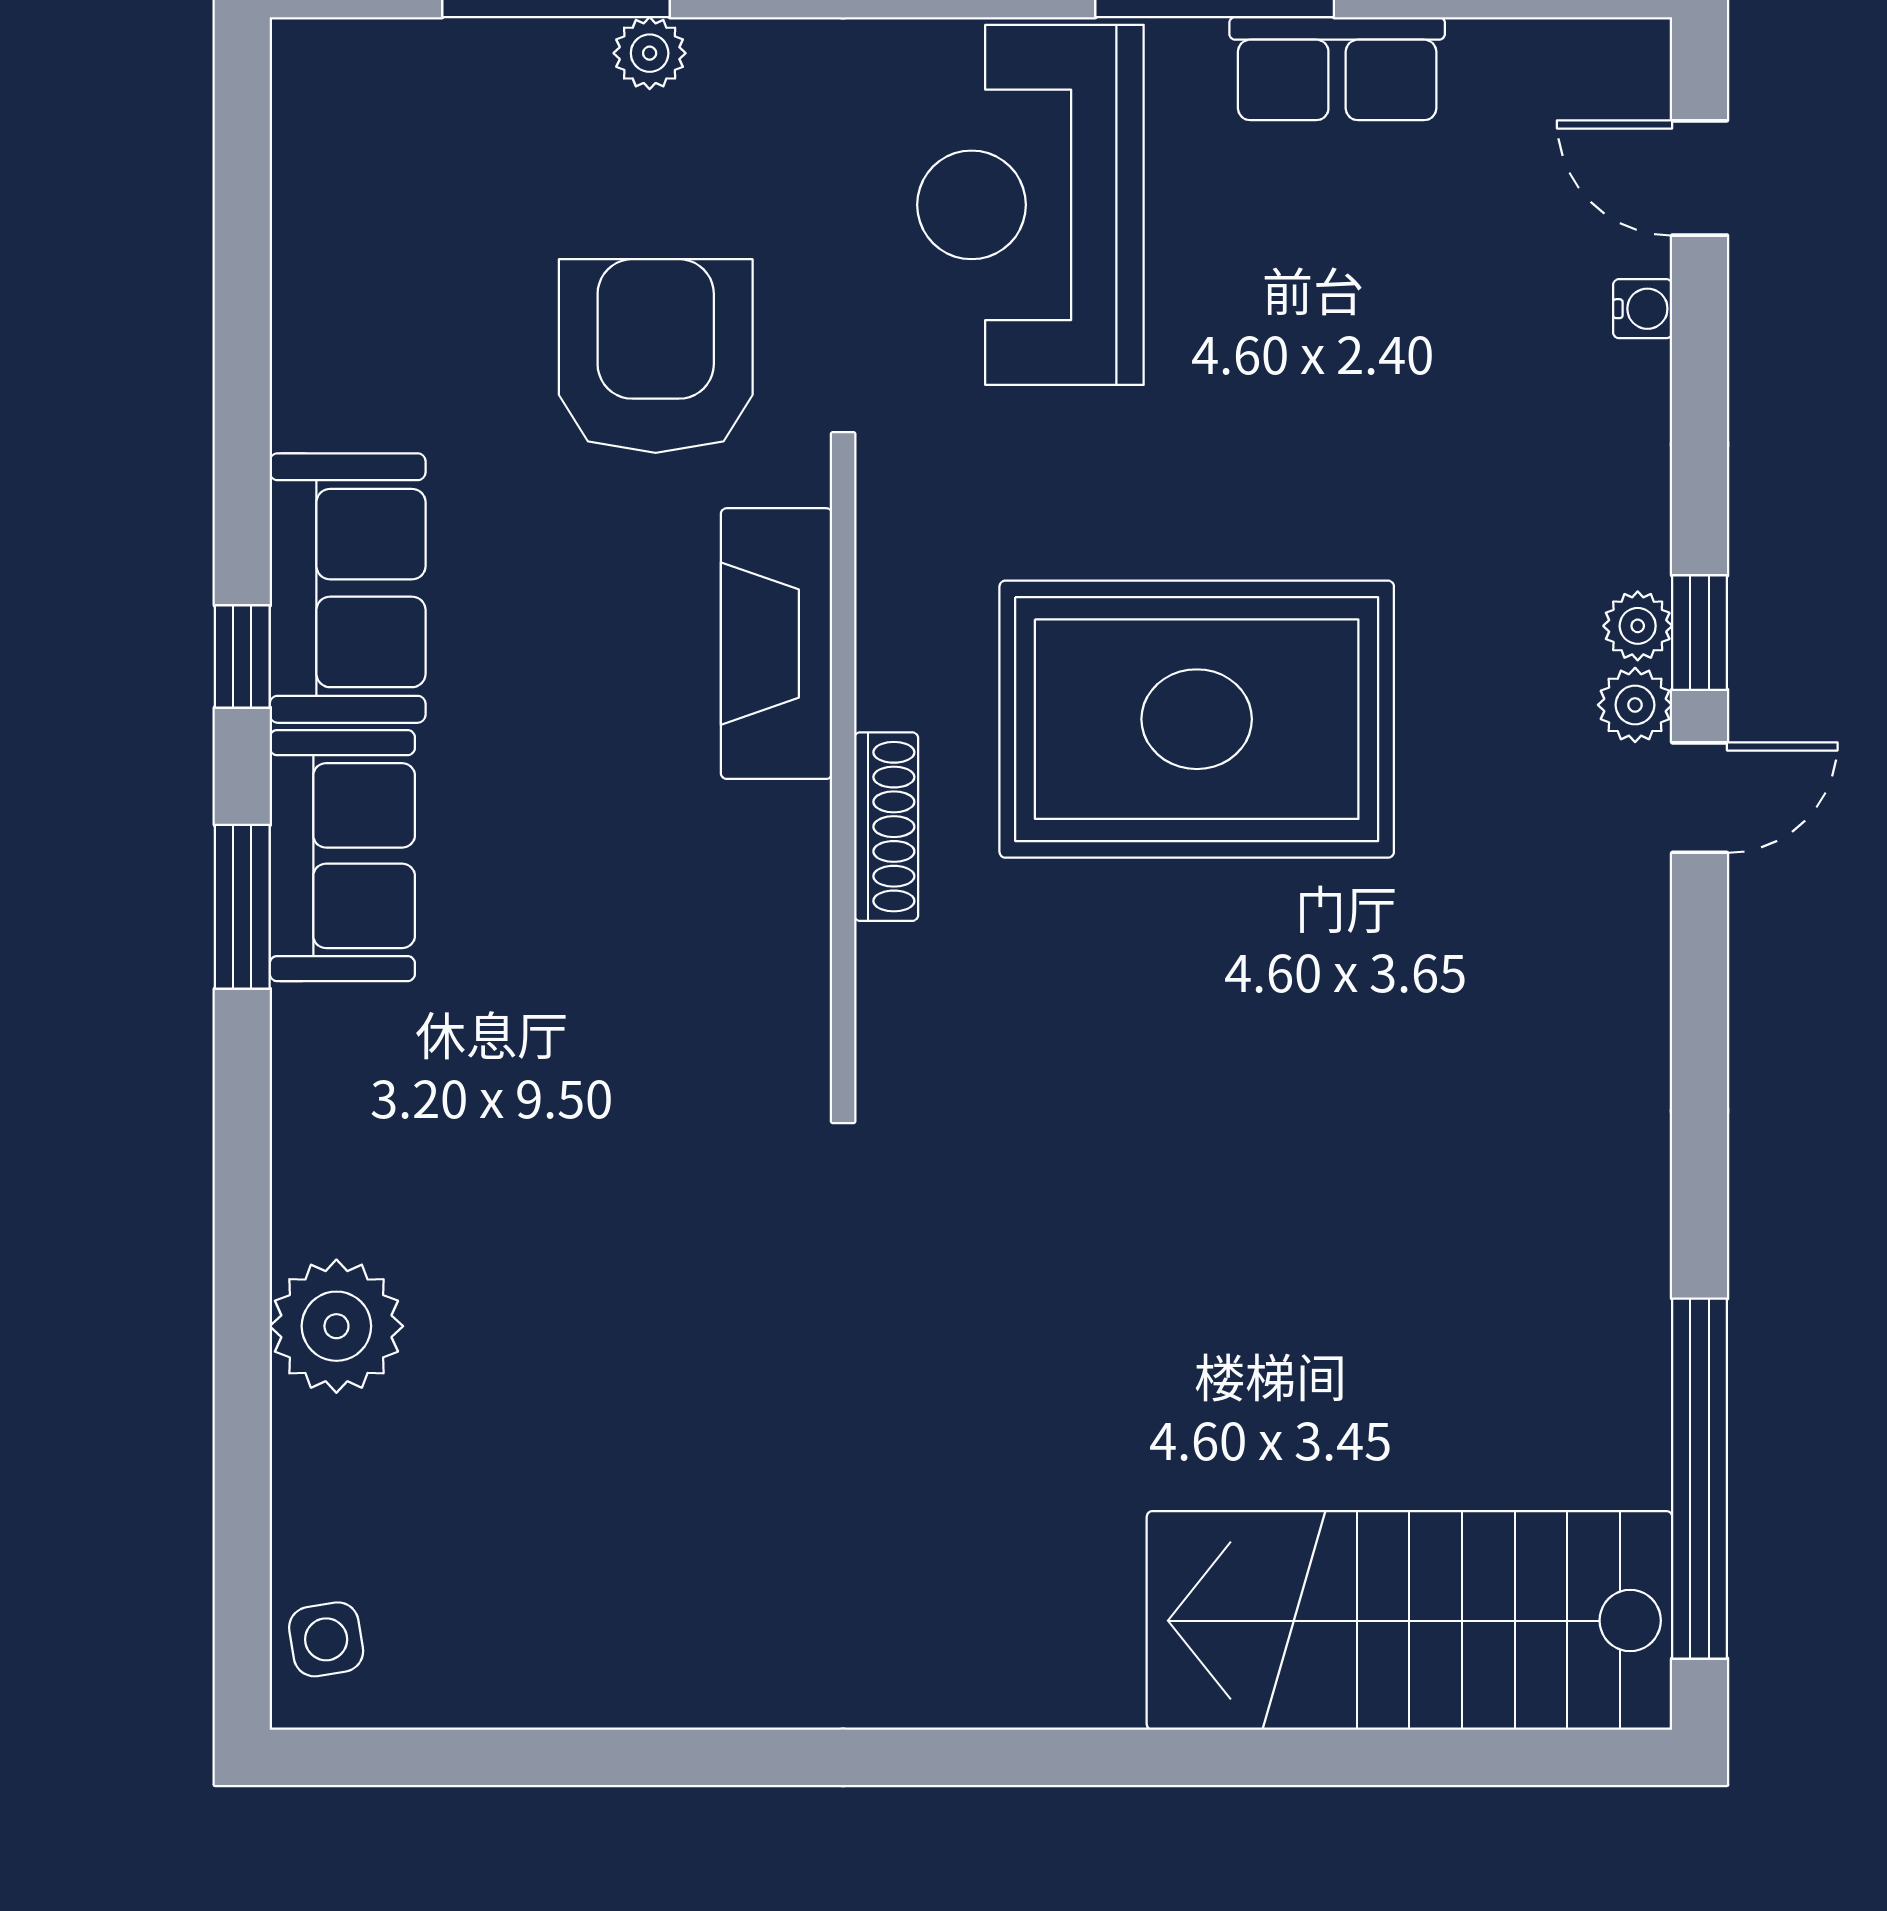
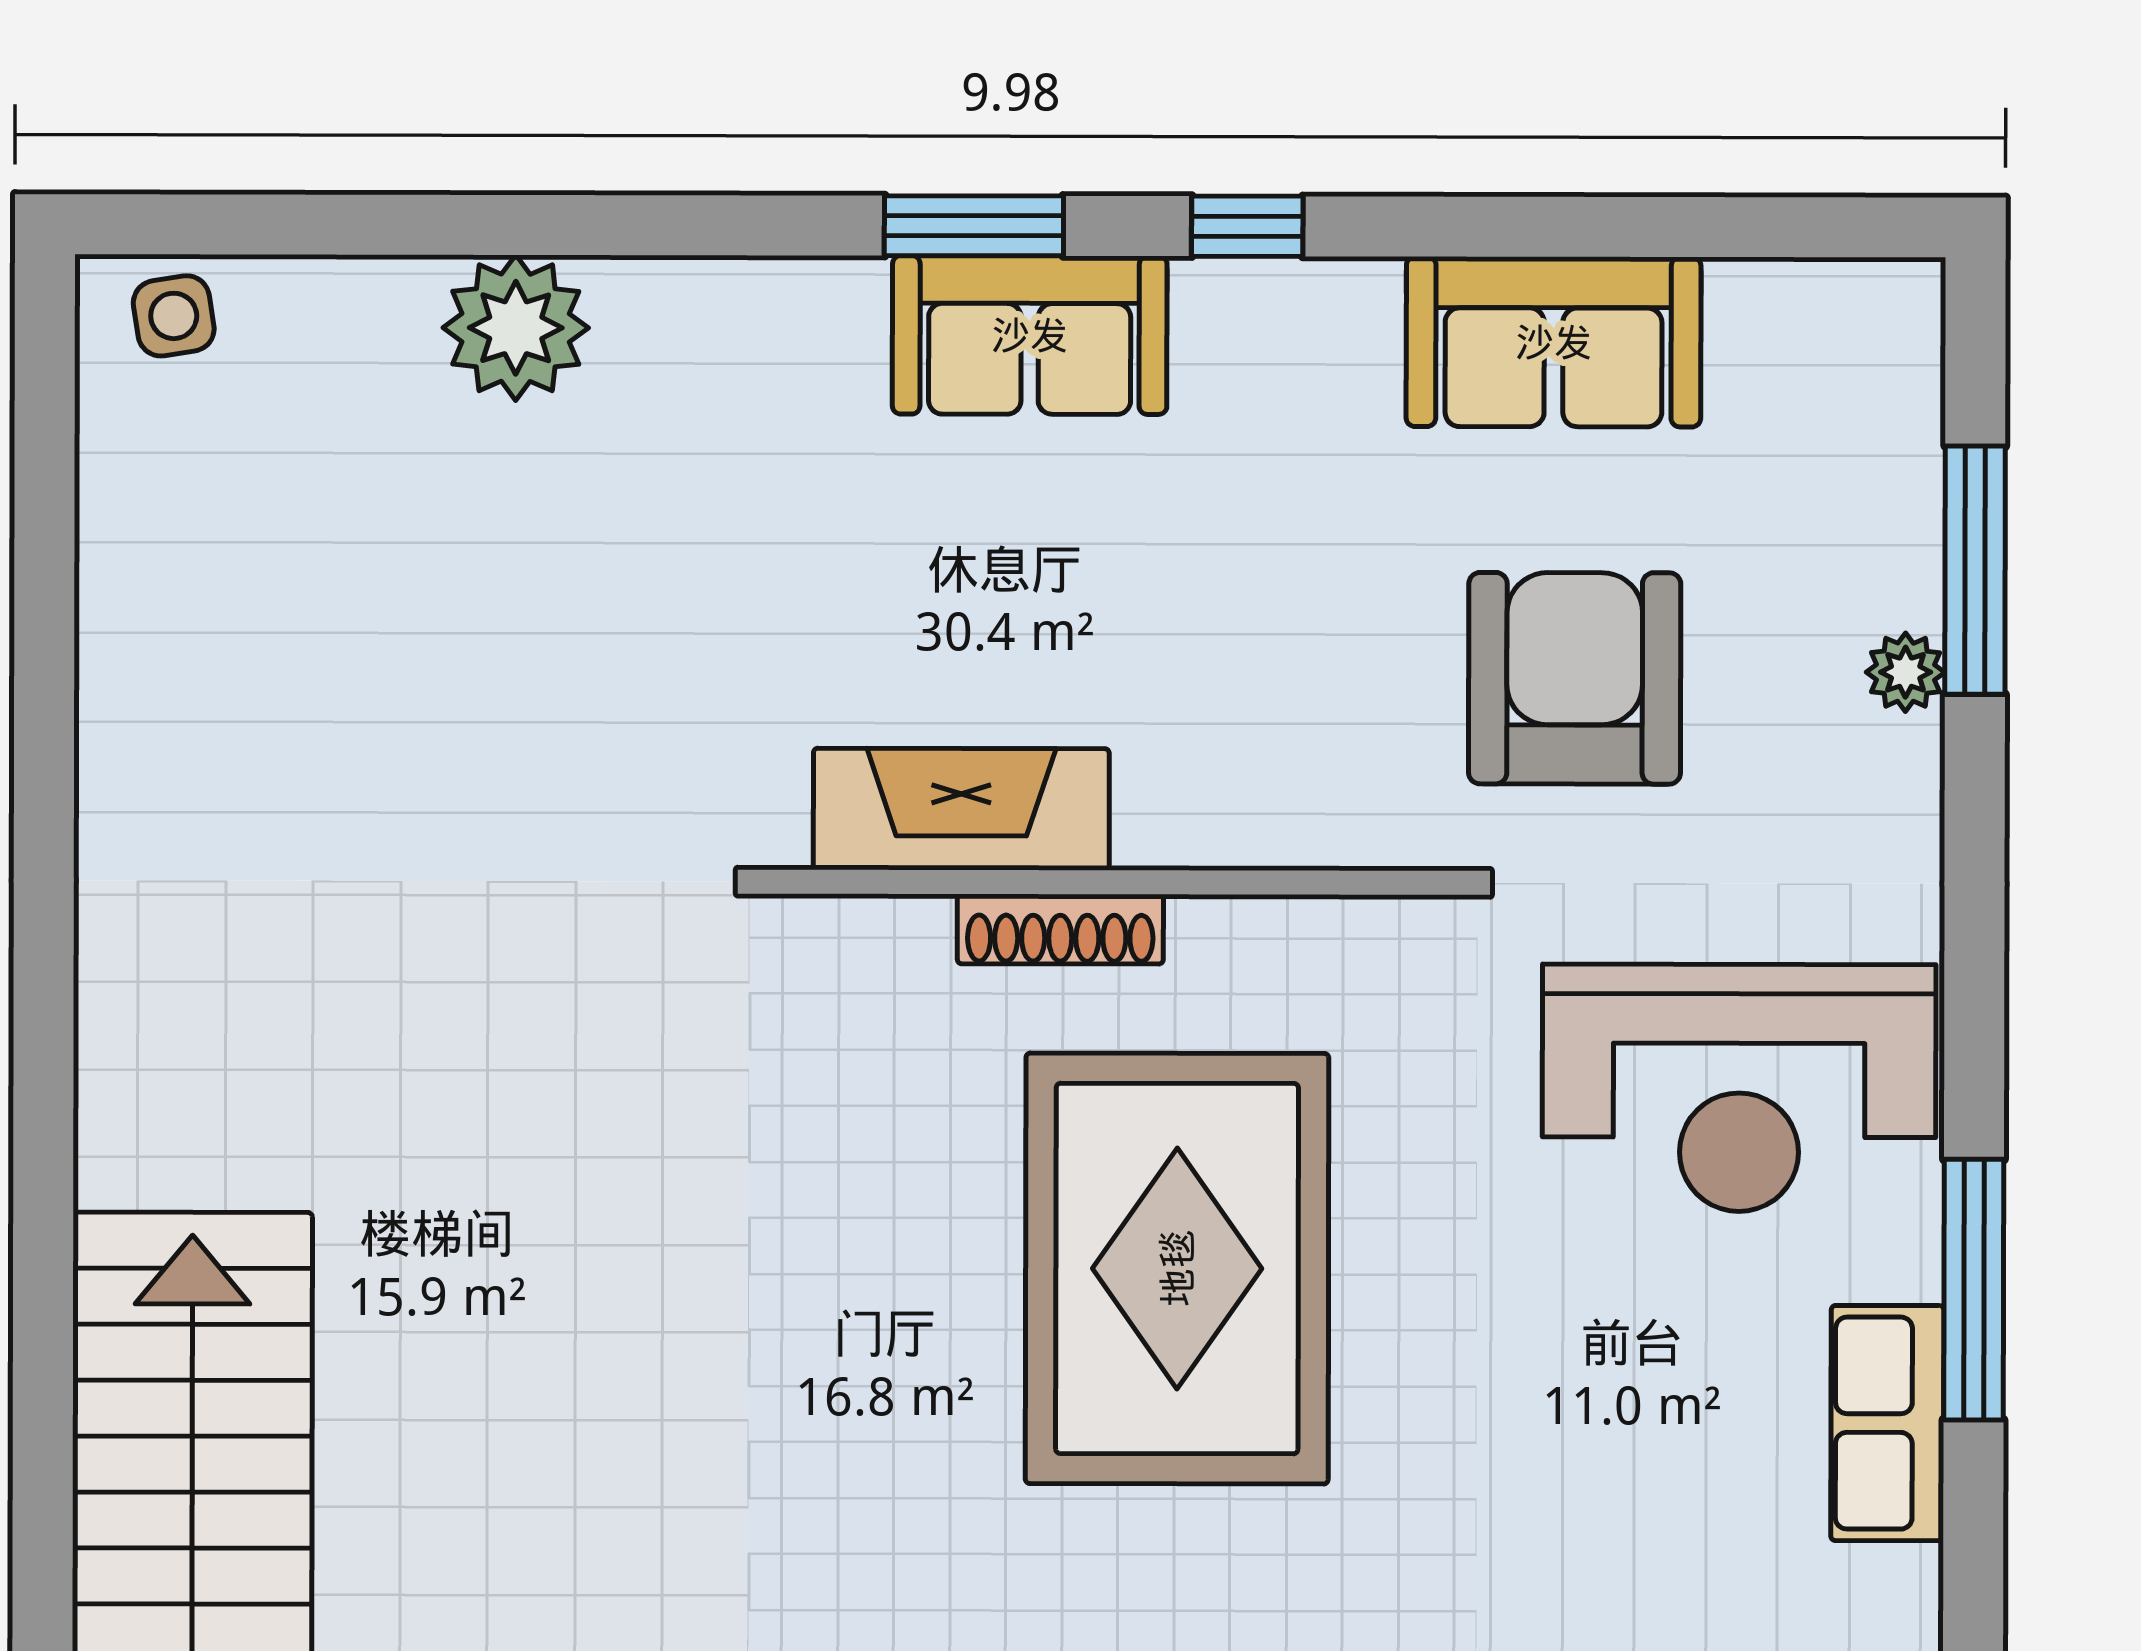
reception desk: (1030, 205) -> (1739, 1088), turned 180
armchair: (656, 356) -> (1575, 678), turned -90
sofa: (348, 588) -> (1554, 342), moved
fireplace: (776, 644) -> (961, 809), moved

